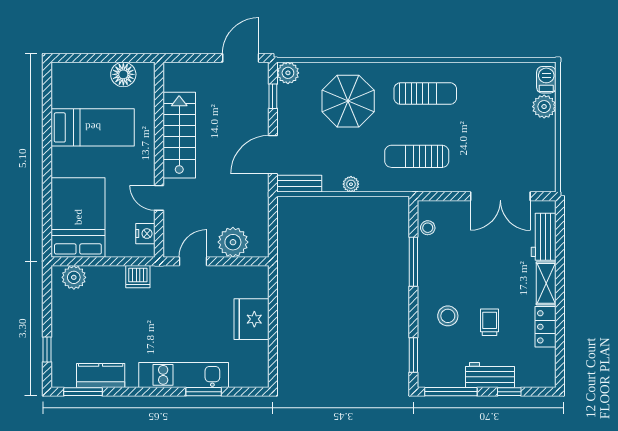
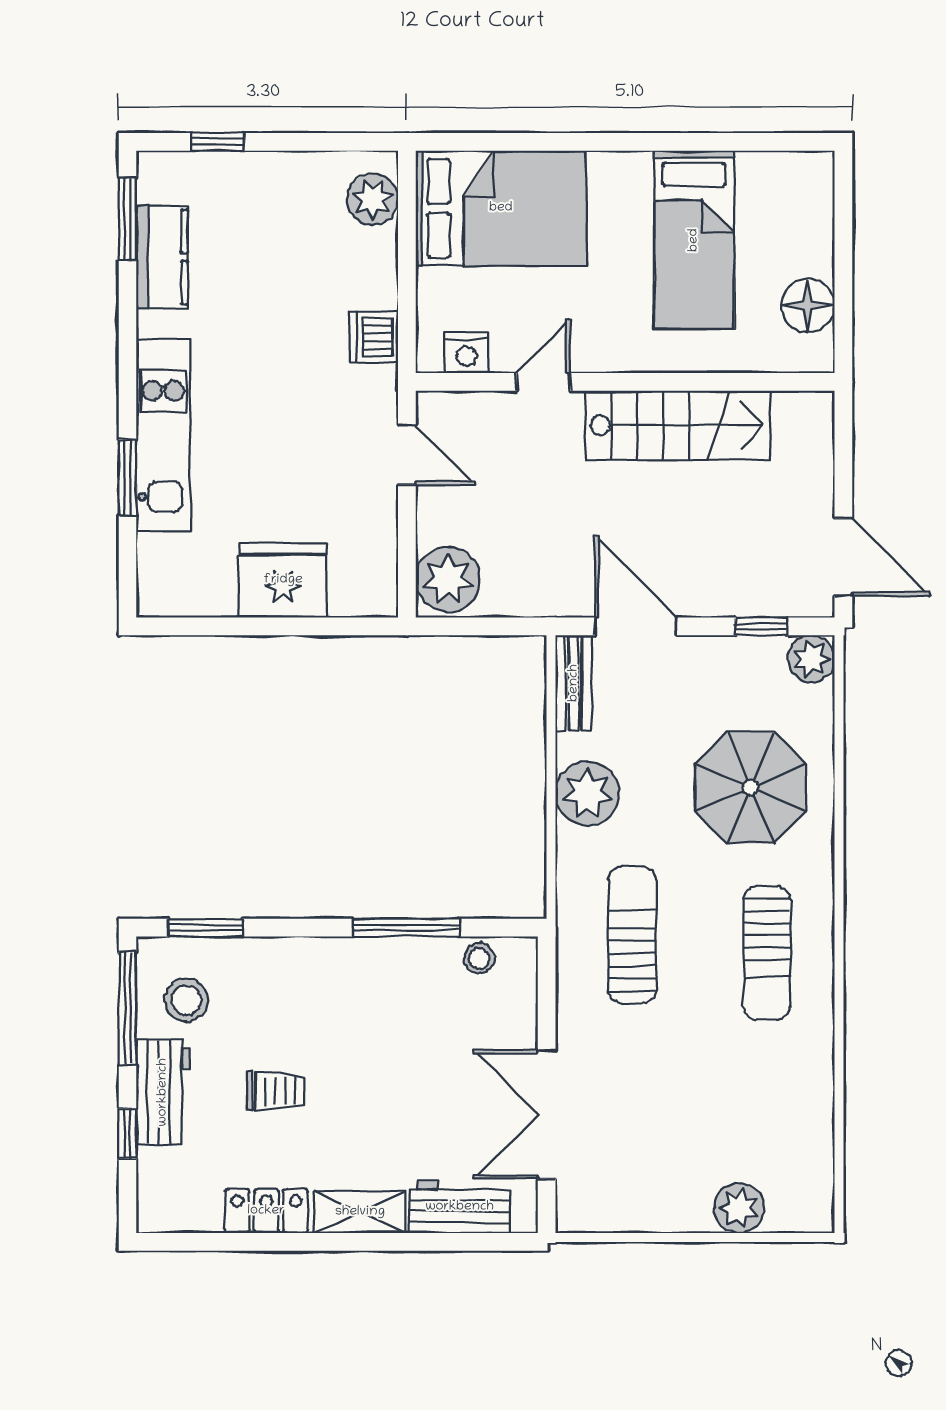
barbecue: (546, 80) -> (796, 1213), removed
plant: (351, 184) -> (587, 794), width x1.87, depth x1.87
plant: (233, 242) -> (448, 579), moved
stool: (448, 316) -> (186, 1000), moved

